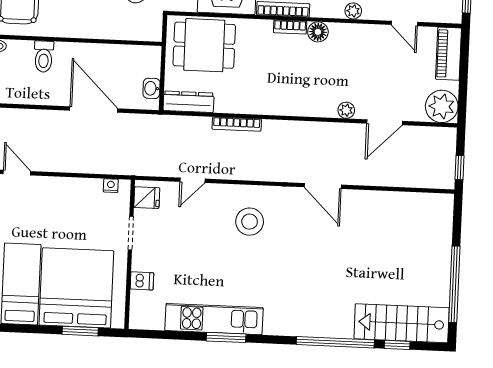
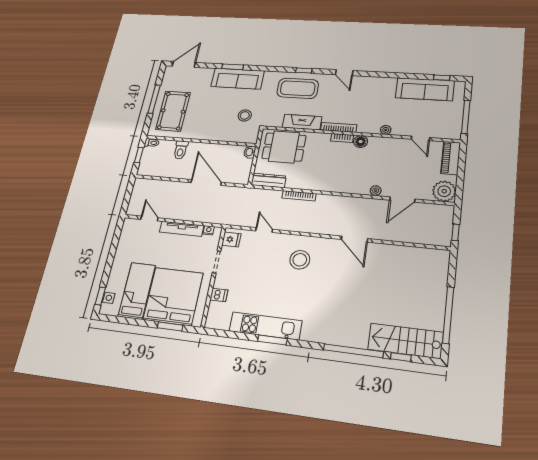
washbasin: (152, 88) -> (250, 152), moved
door: (193, 180) -> (264, 230), swing flipped
tv unit: (69, 186) -> (182, 229), added

